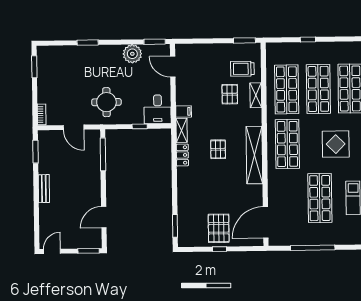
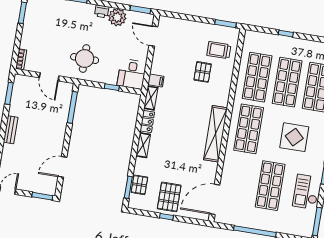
printer: (115, 51) -> (102, 11), added
shelving: (256, 95) -> (143, 145), moved
pallet: (218, 149) -> (139, 185), moved

